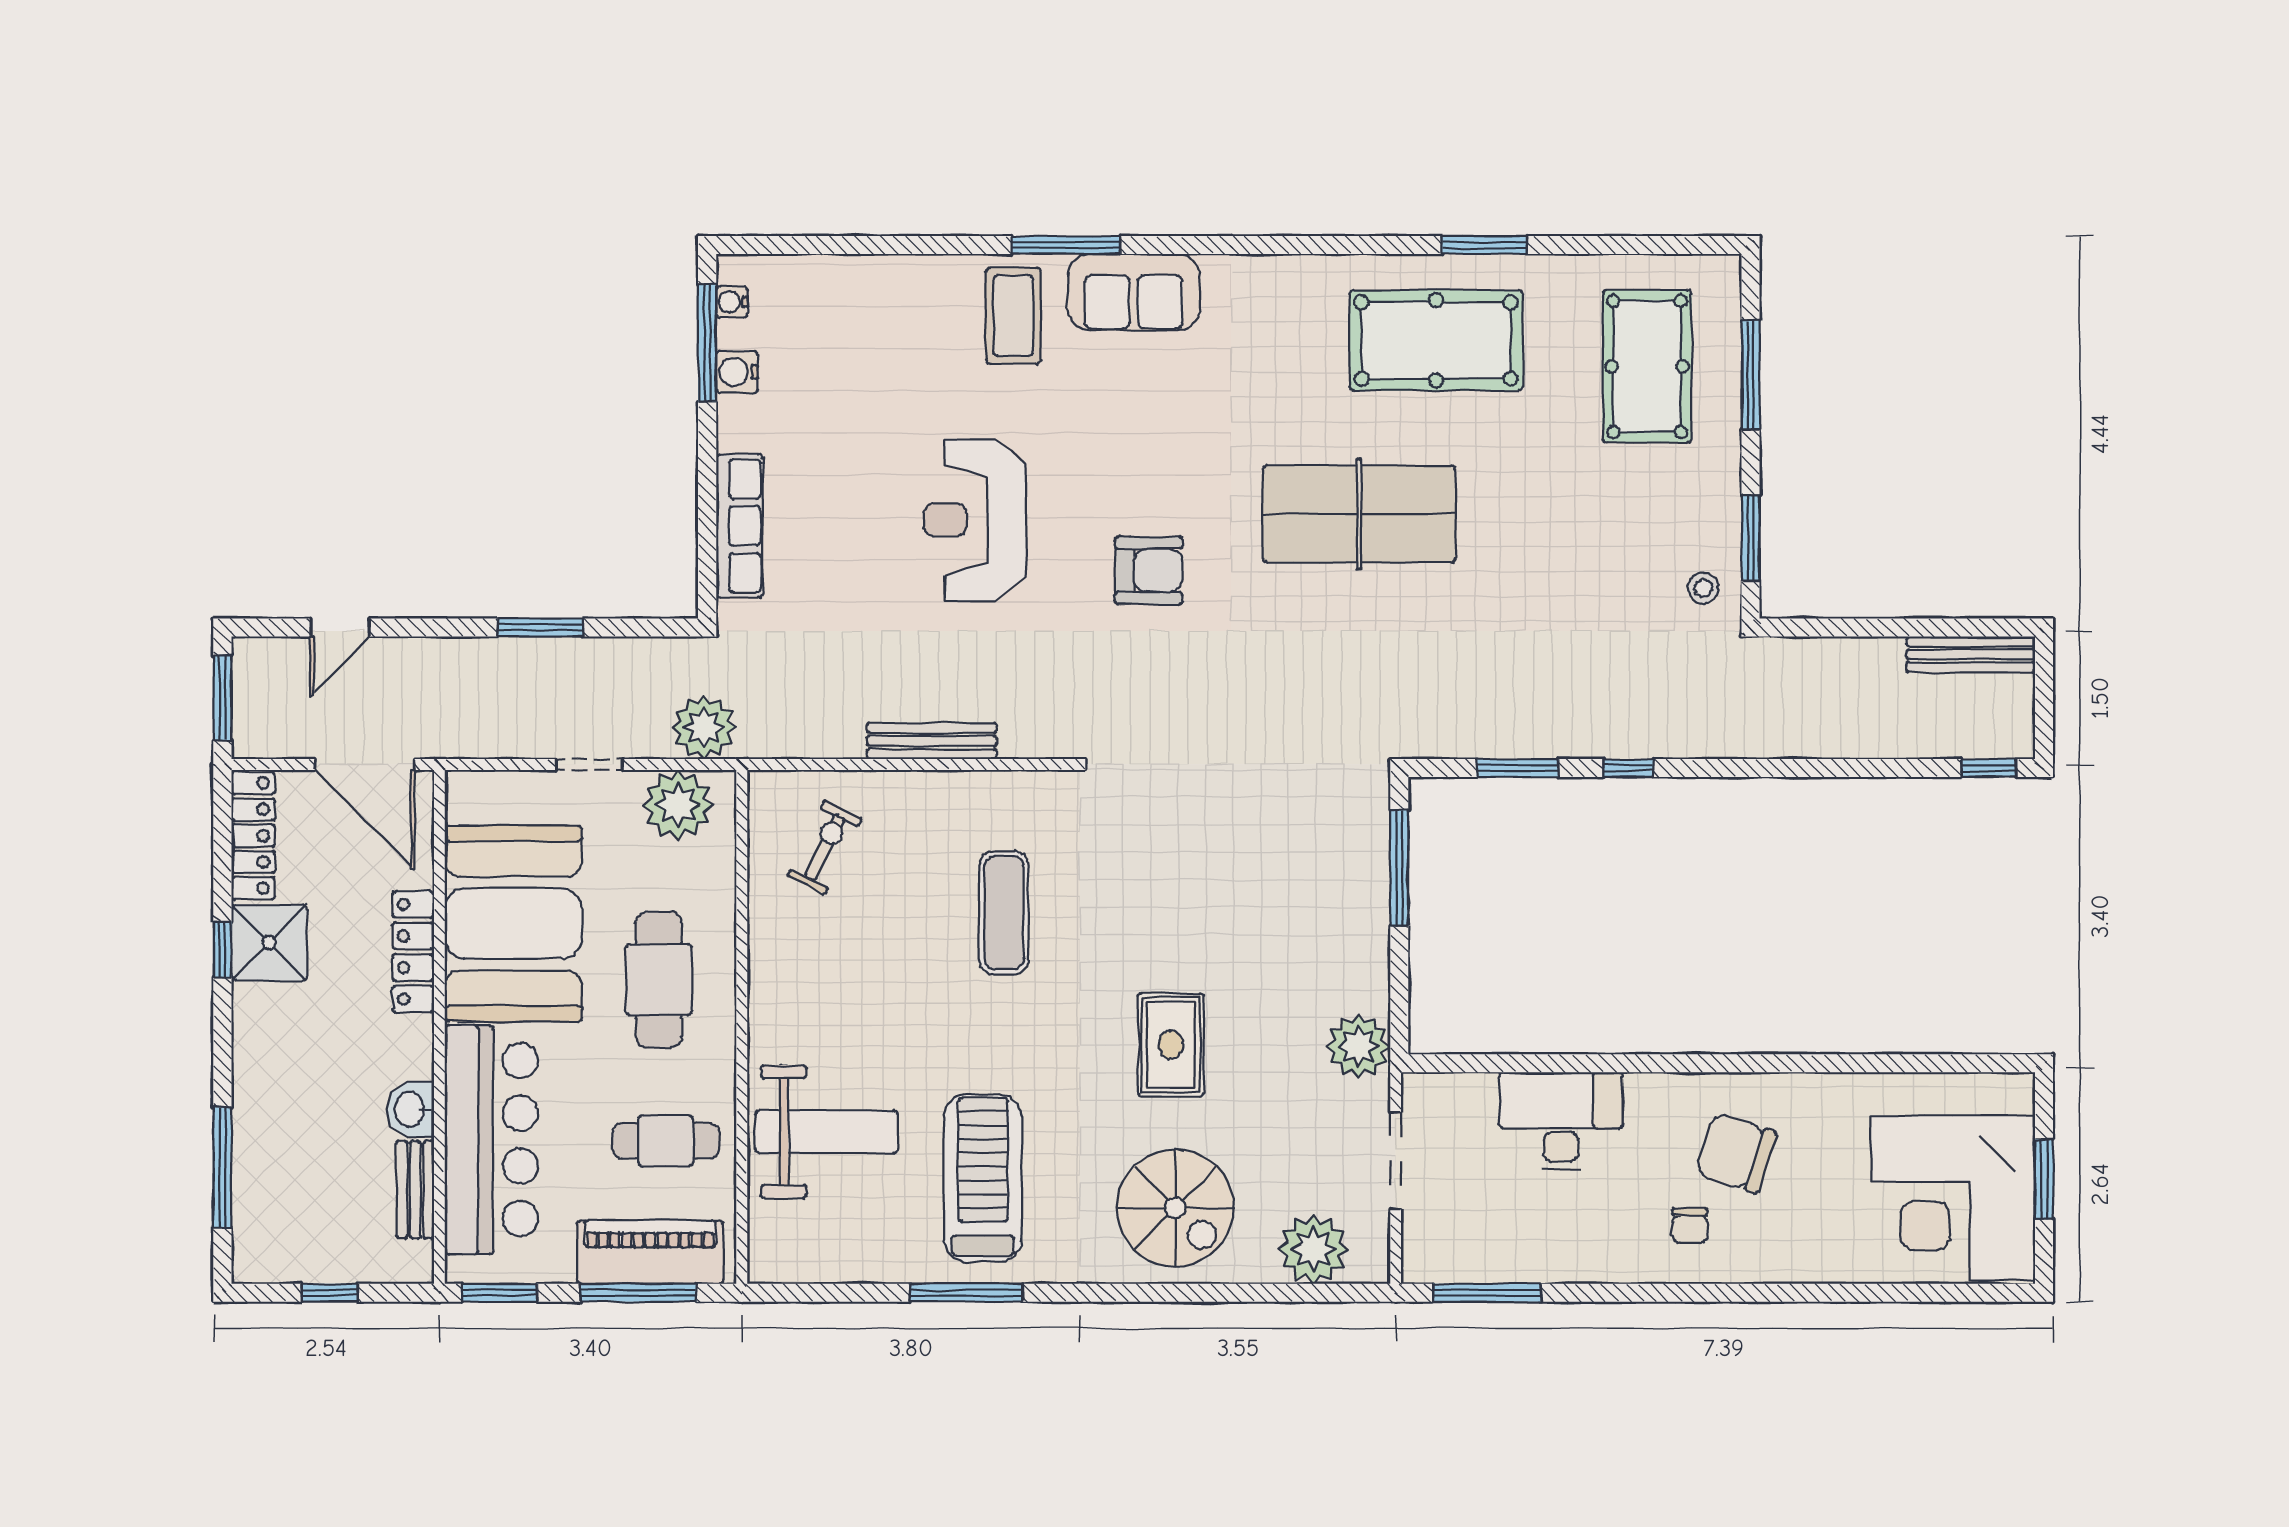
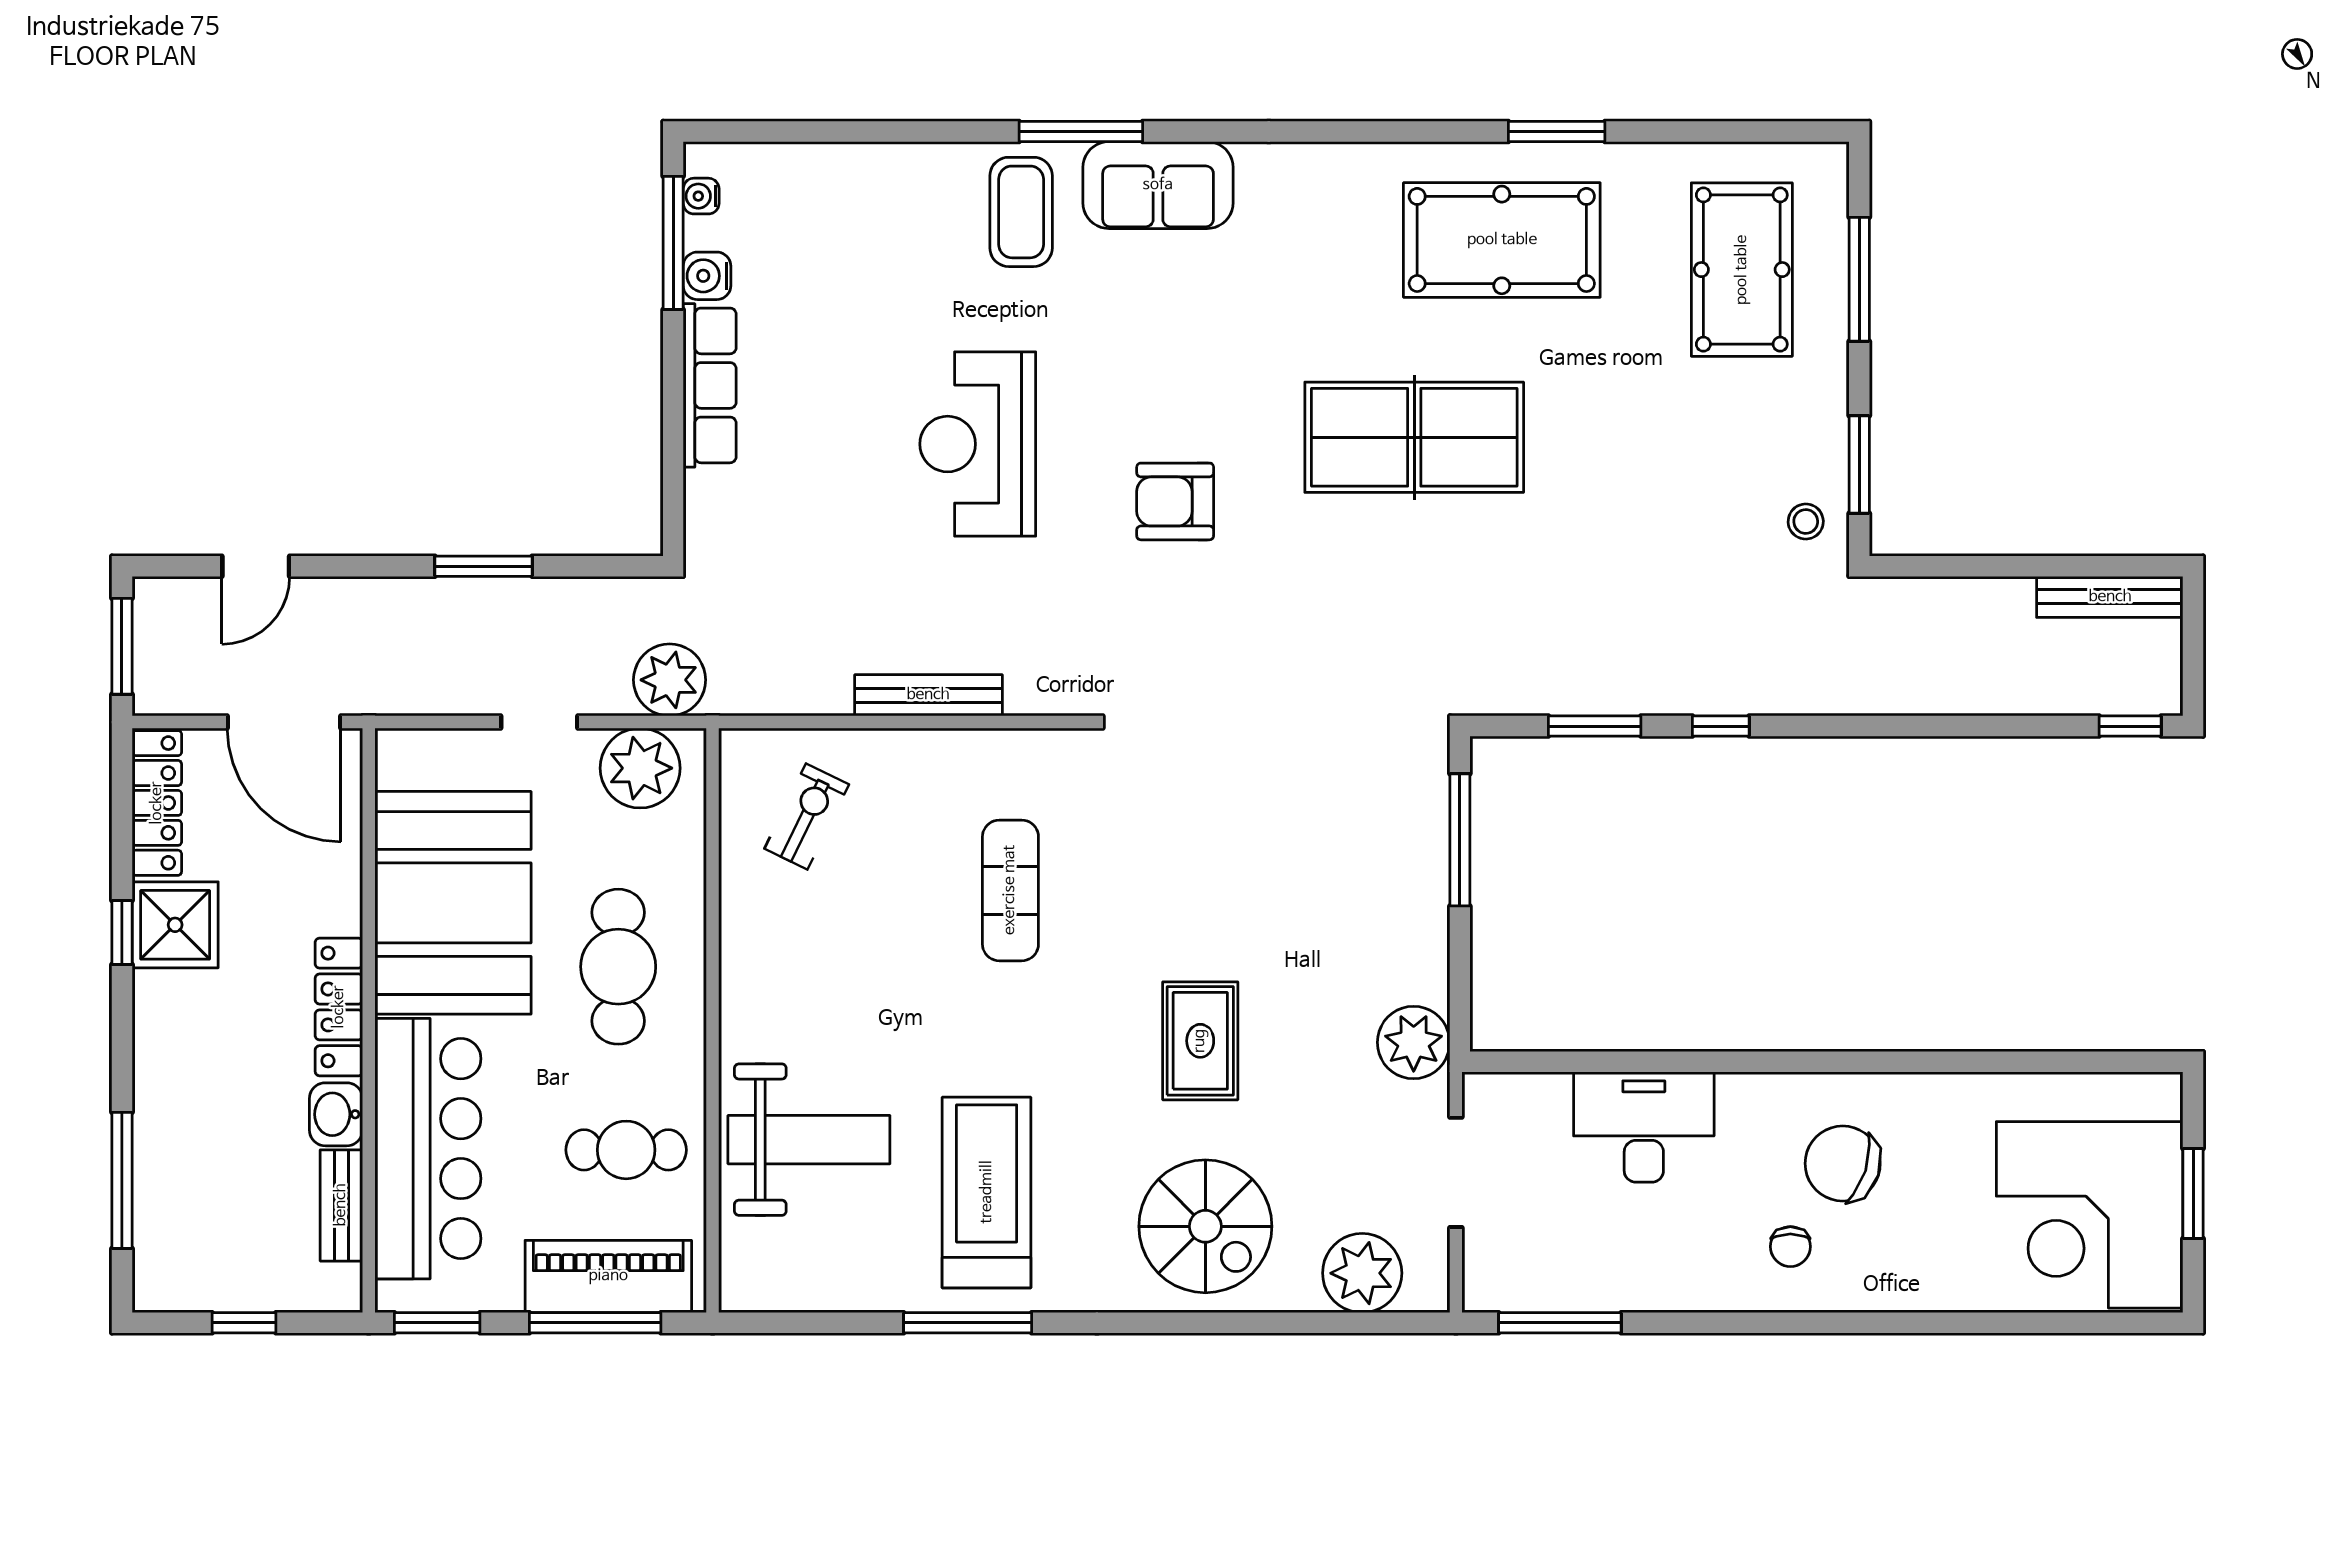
row of seats: (739, 526) -> (710, 385), moved
armchair: (1149, 570) -> (1175, 501), turned 180
locker: (413, 952) -> (339, 1007), moved

